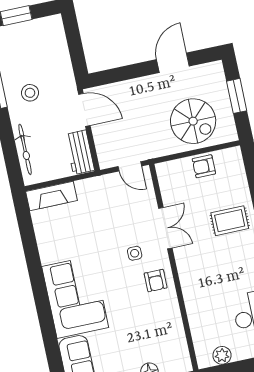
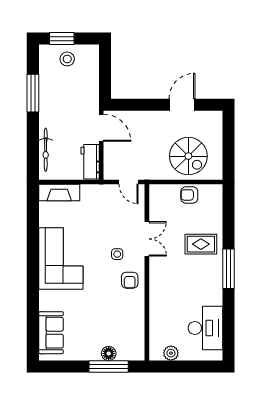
stool: (30, 93) -> (67, 59), moved
window: (237, 96) -> (228, 143), removed
corner sofa: (75, 297) -> (61, 259), moved

